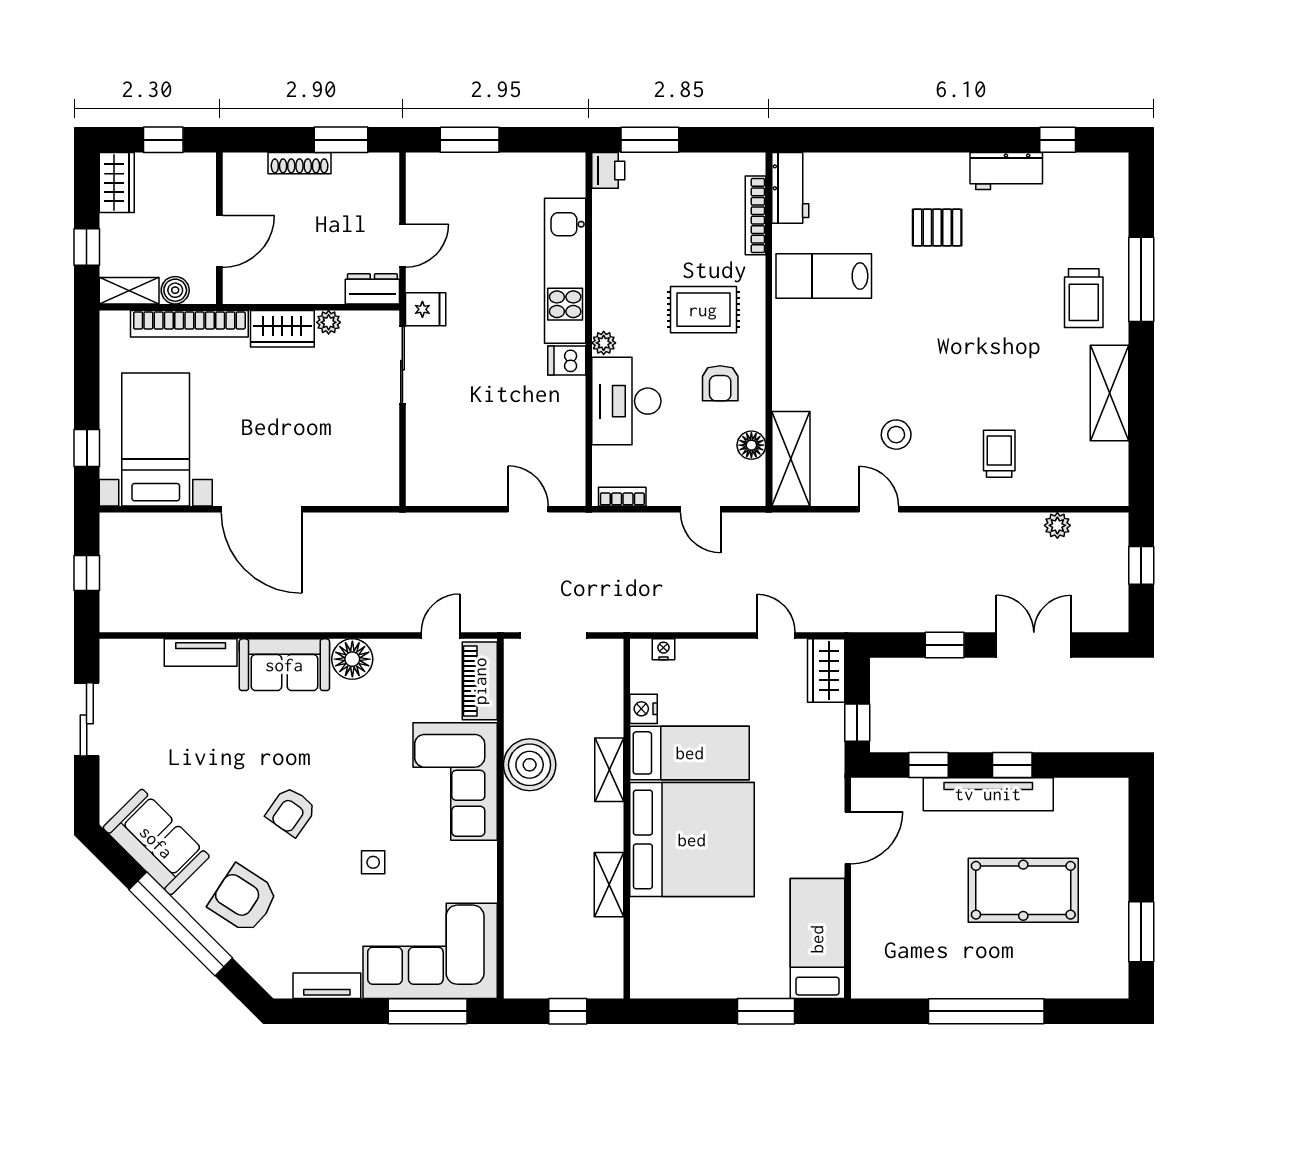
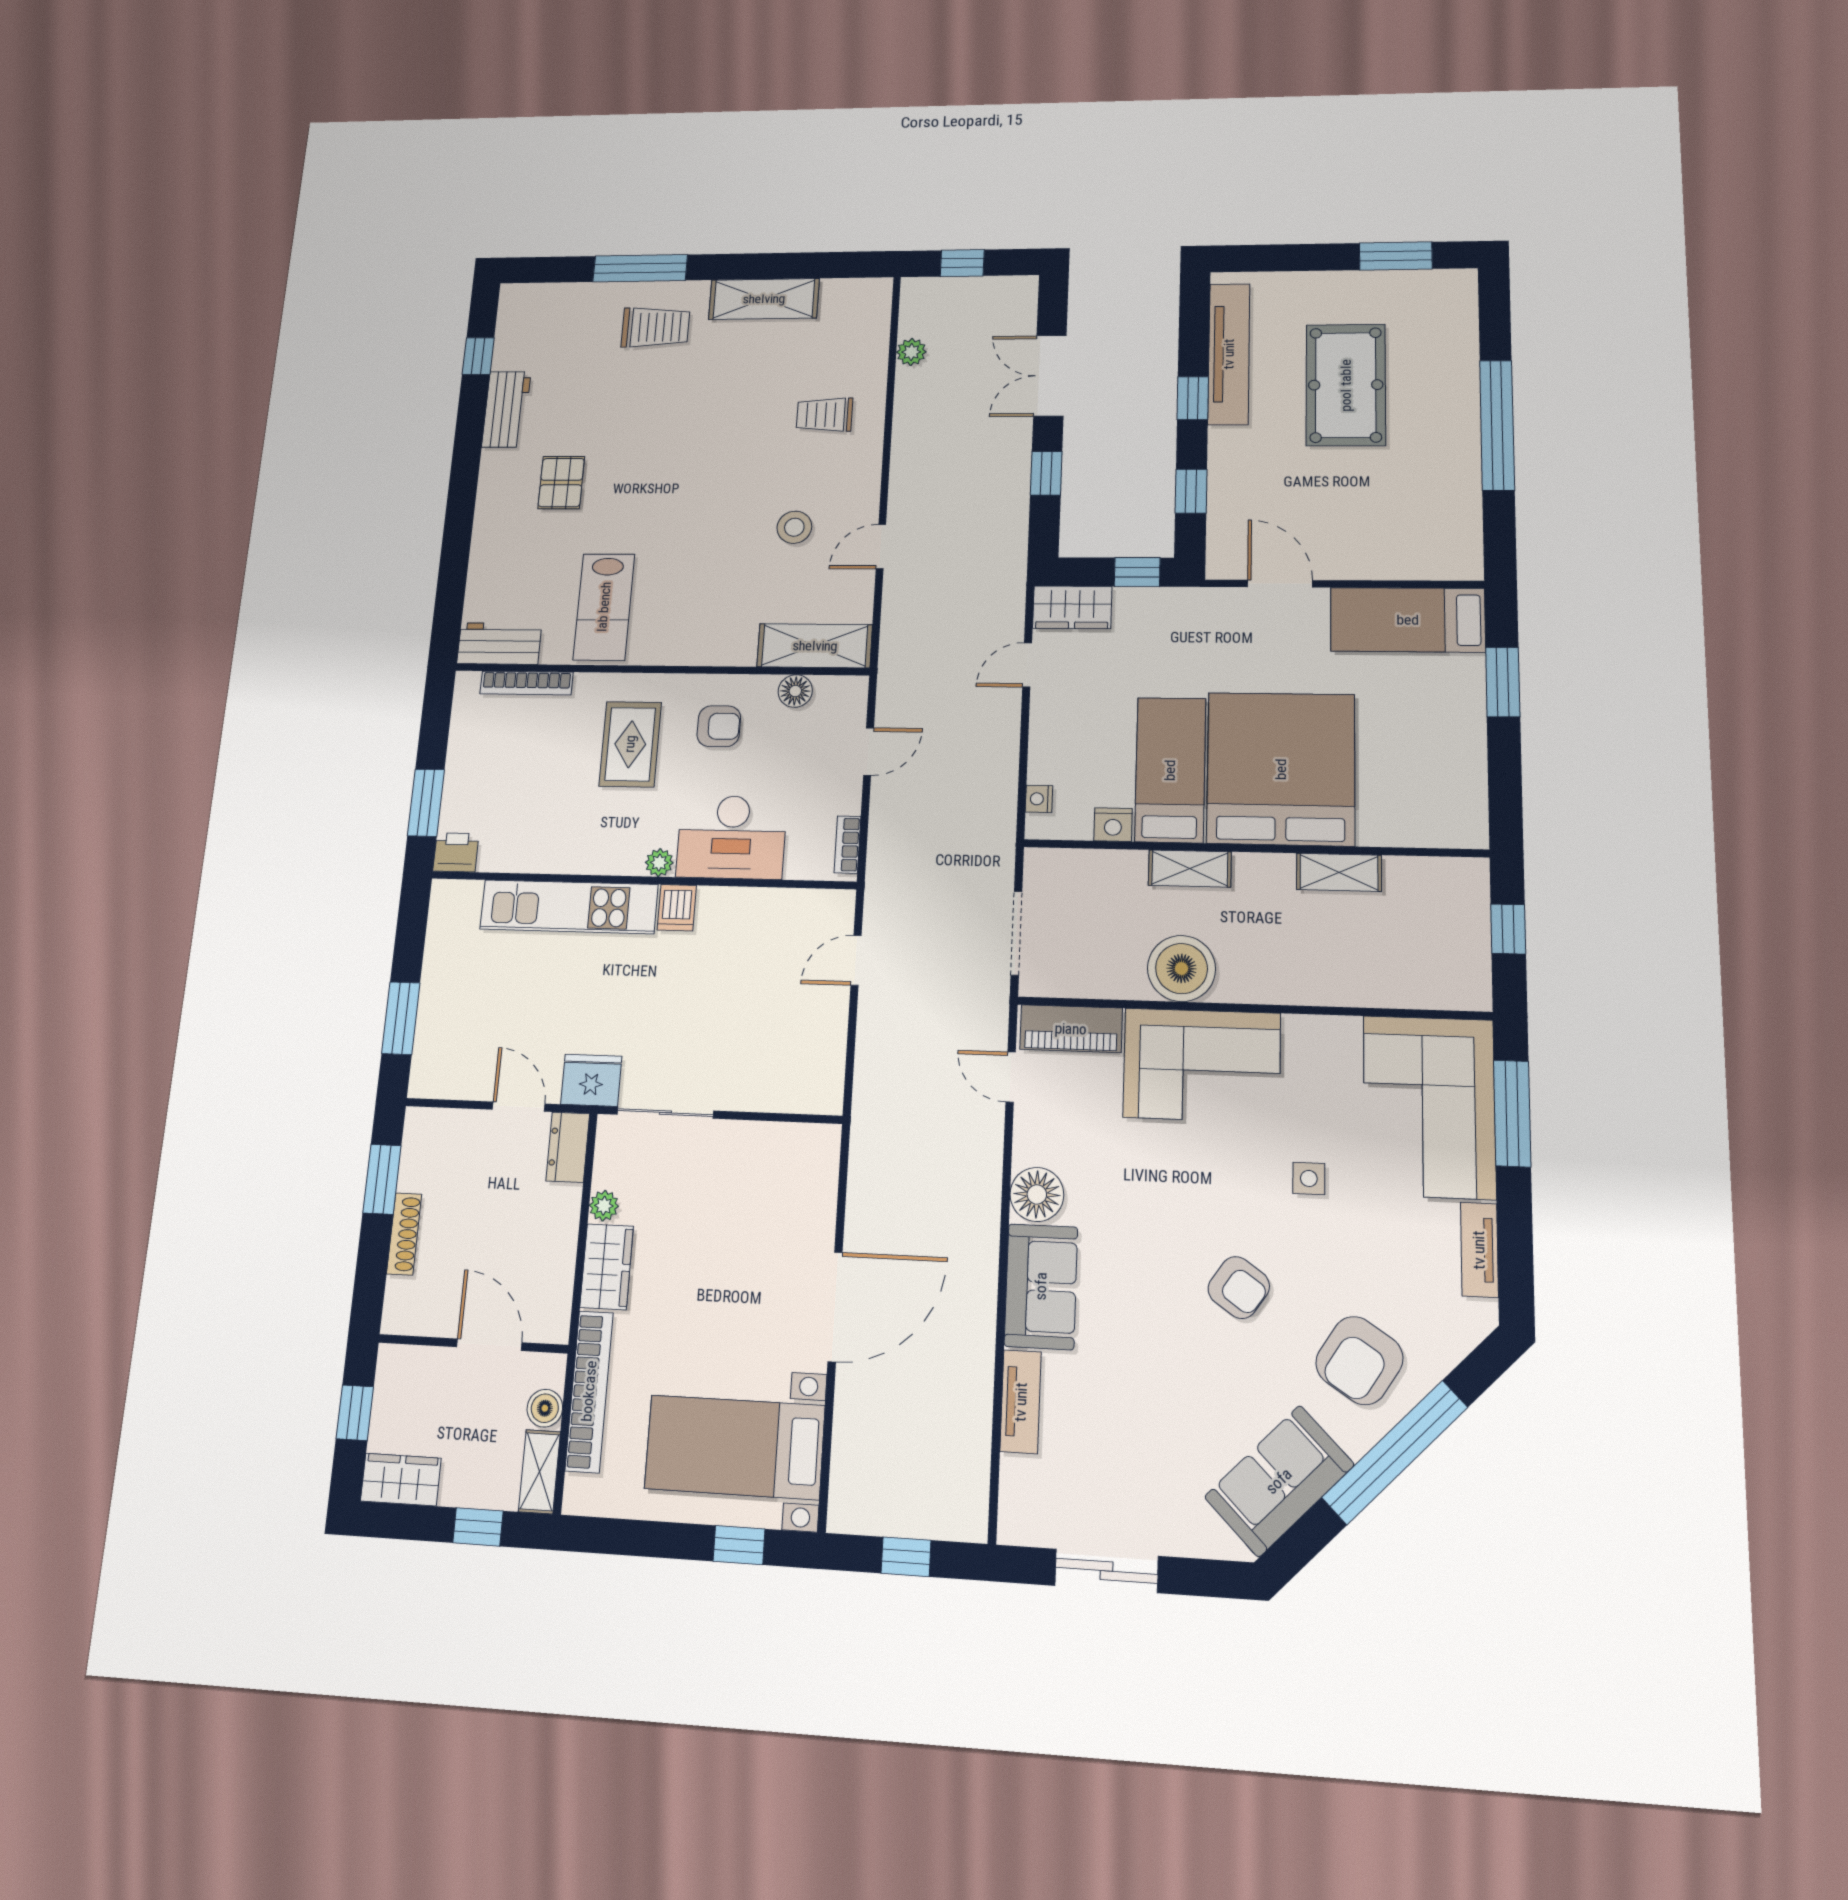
fridge: (426, 309) -> (591, 1080), width x1.38
tv unit: (988, 794) -> (1229, 354), moved

